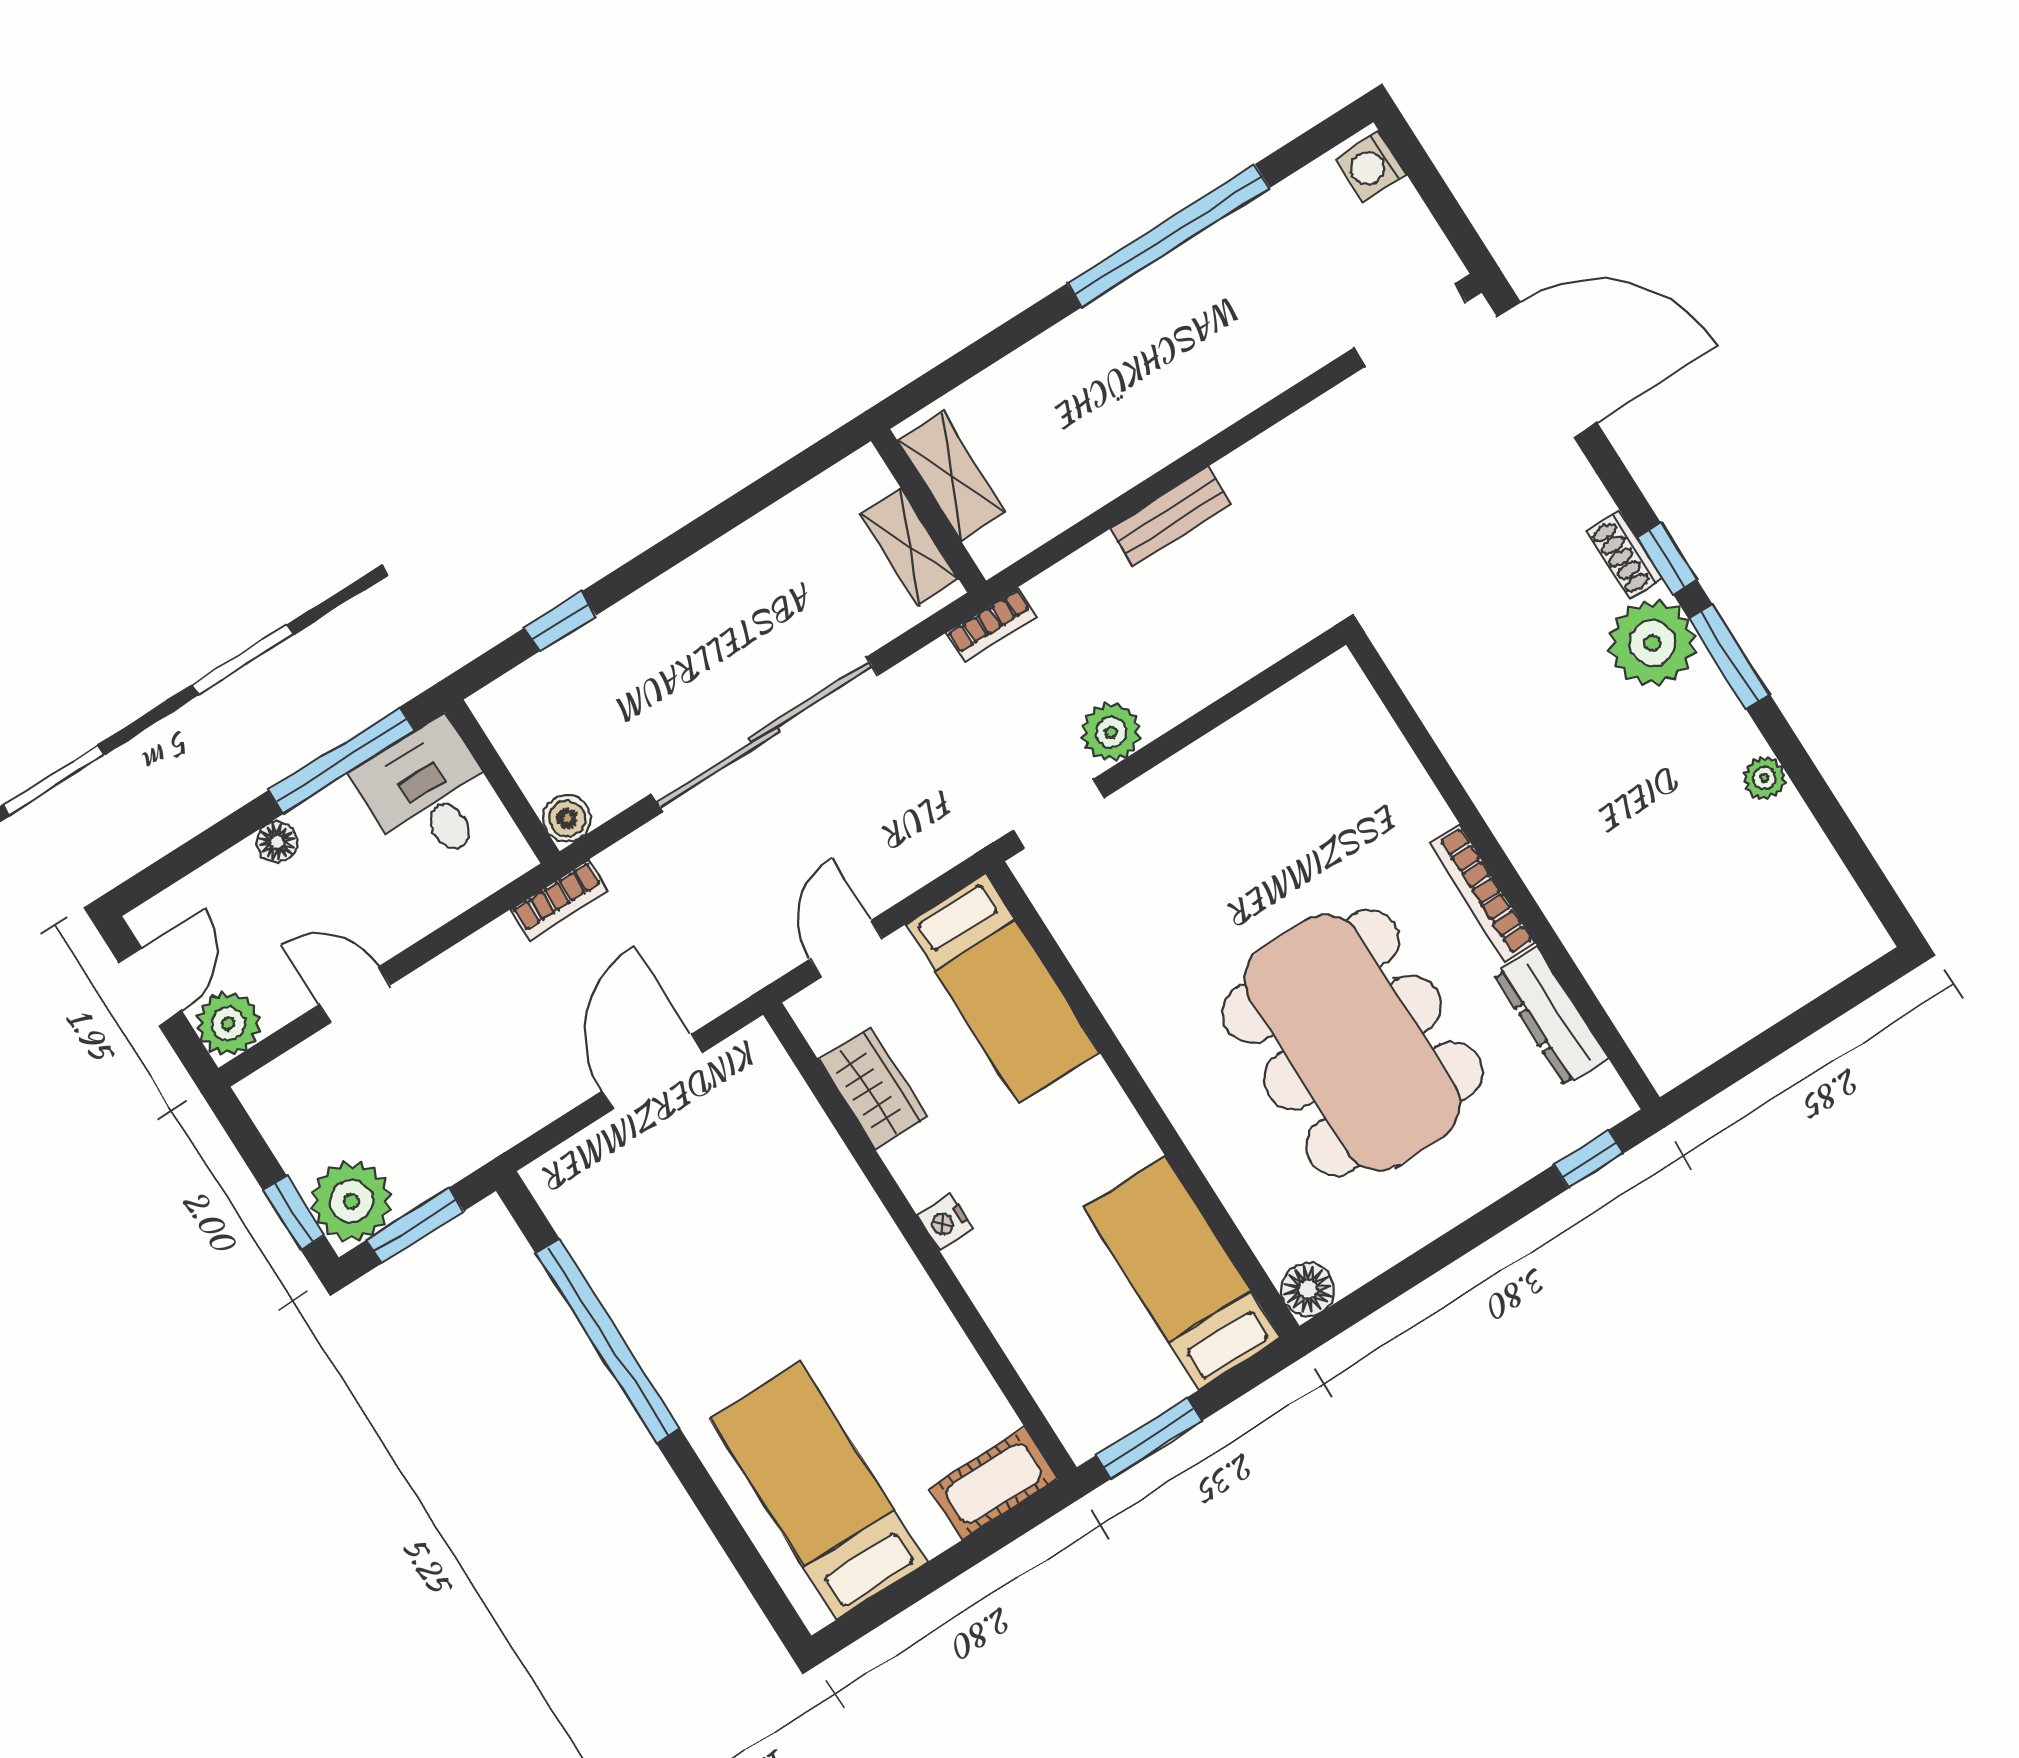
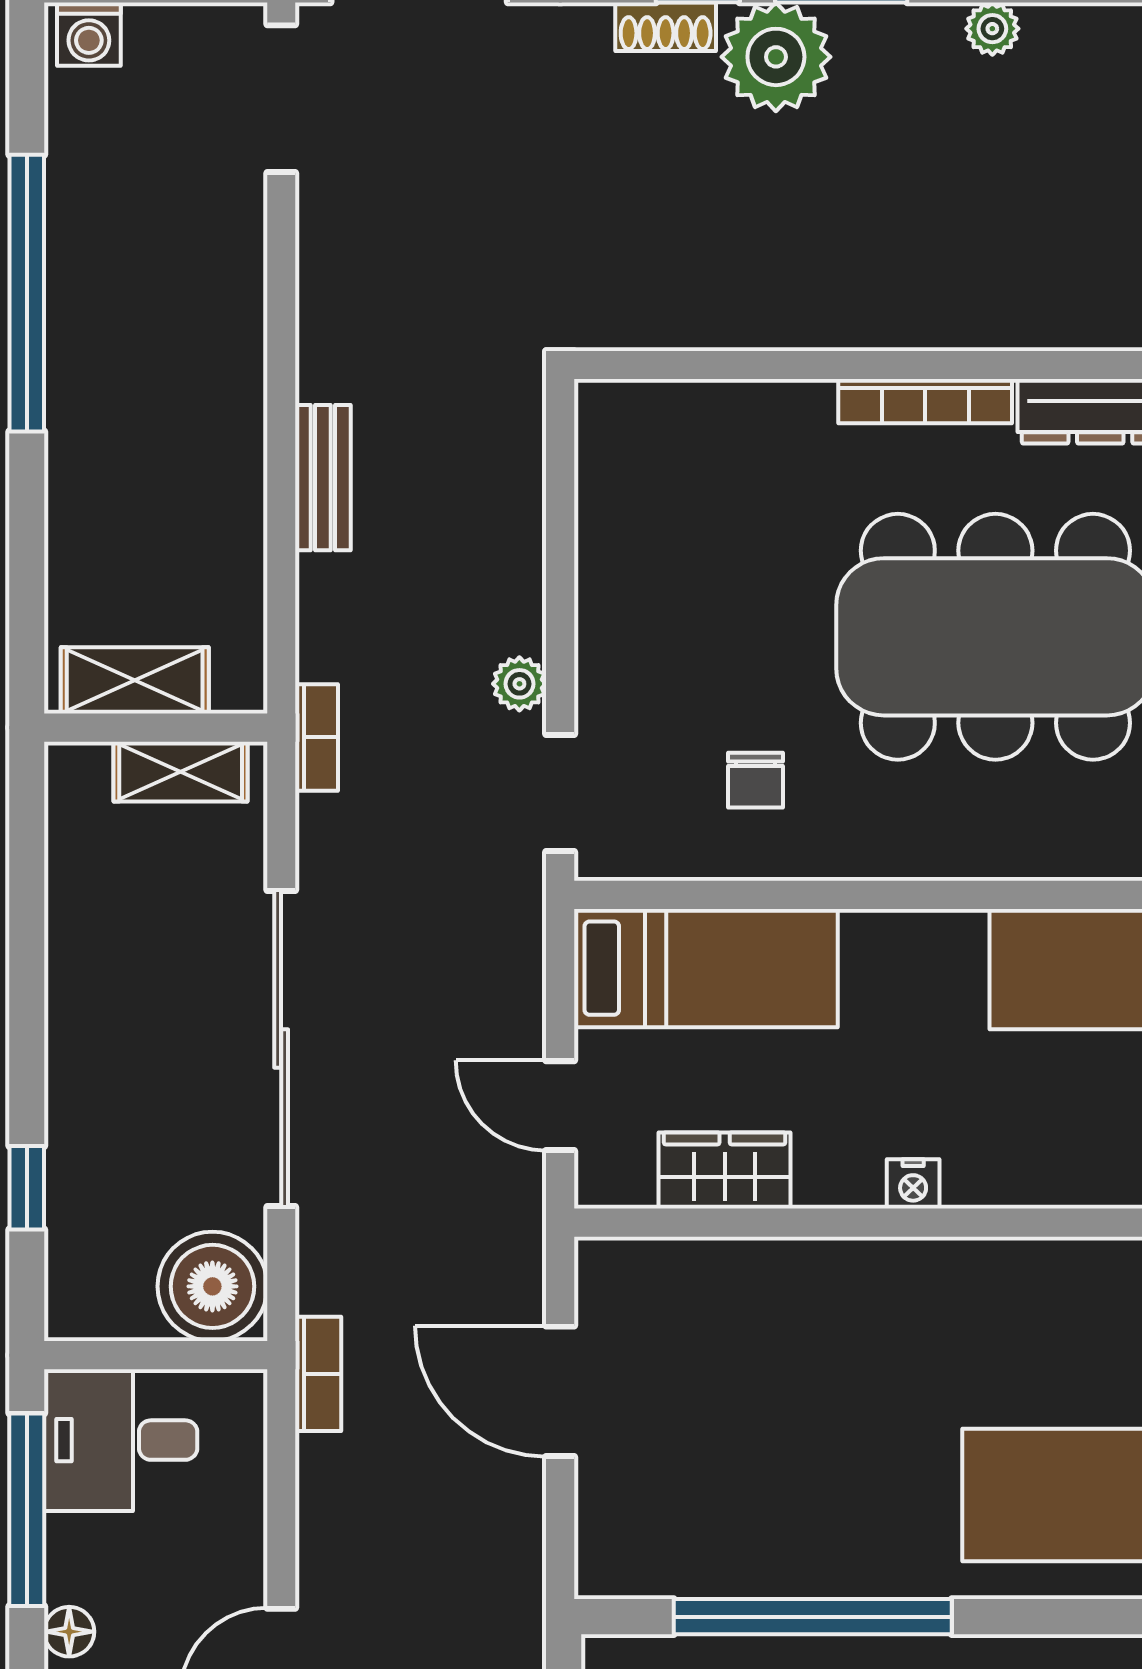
plant: (1111, 732) -> (519, 684), width x0.73, depth x0.73
boiler: (567, 819) -> (212, 1286), width x1.86, depth x1.86
chair: (1152, 941) -> (755, 780), added

